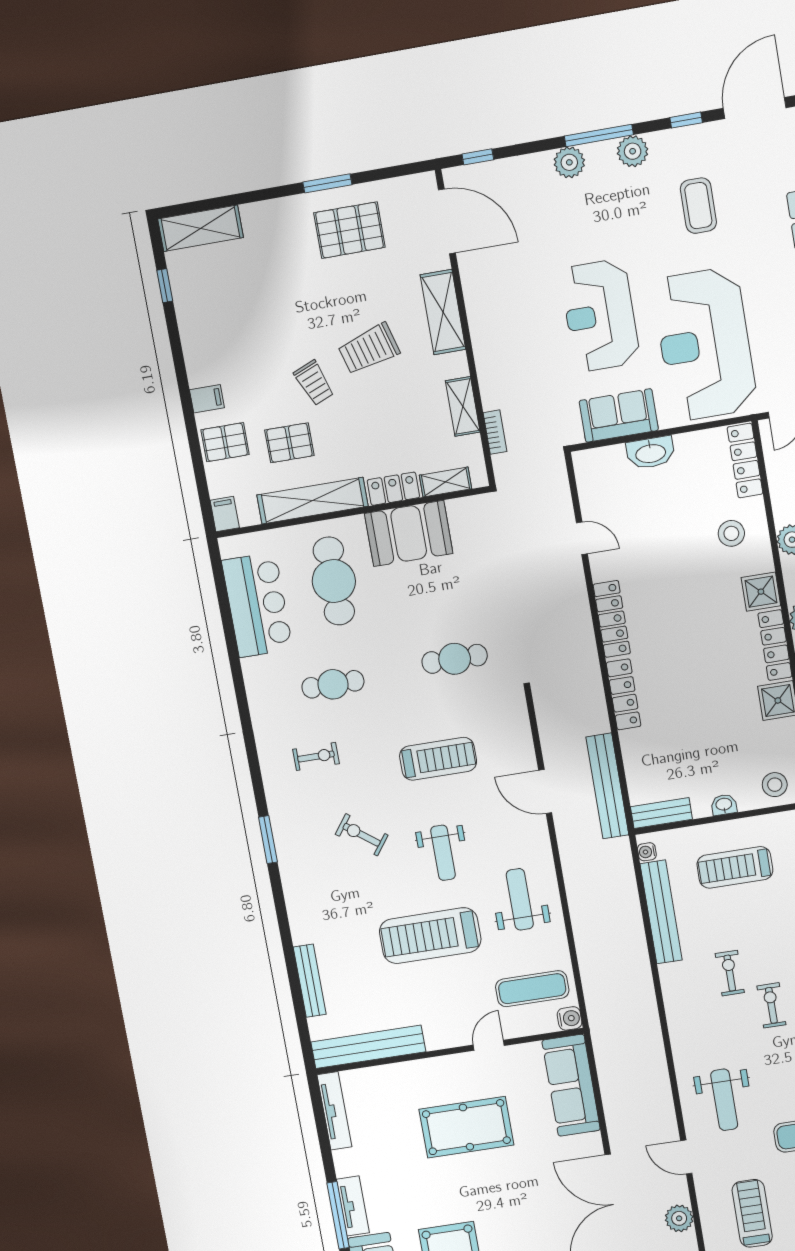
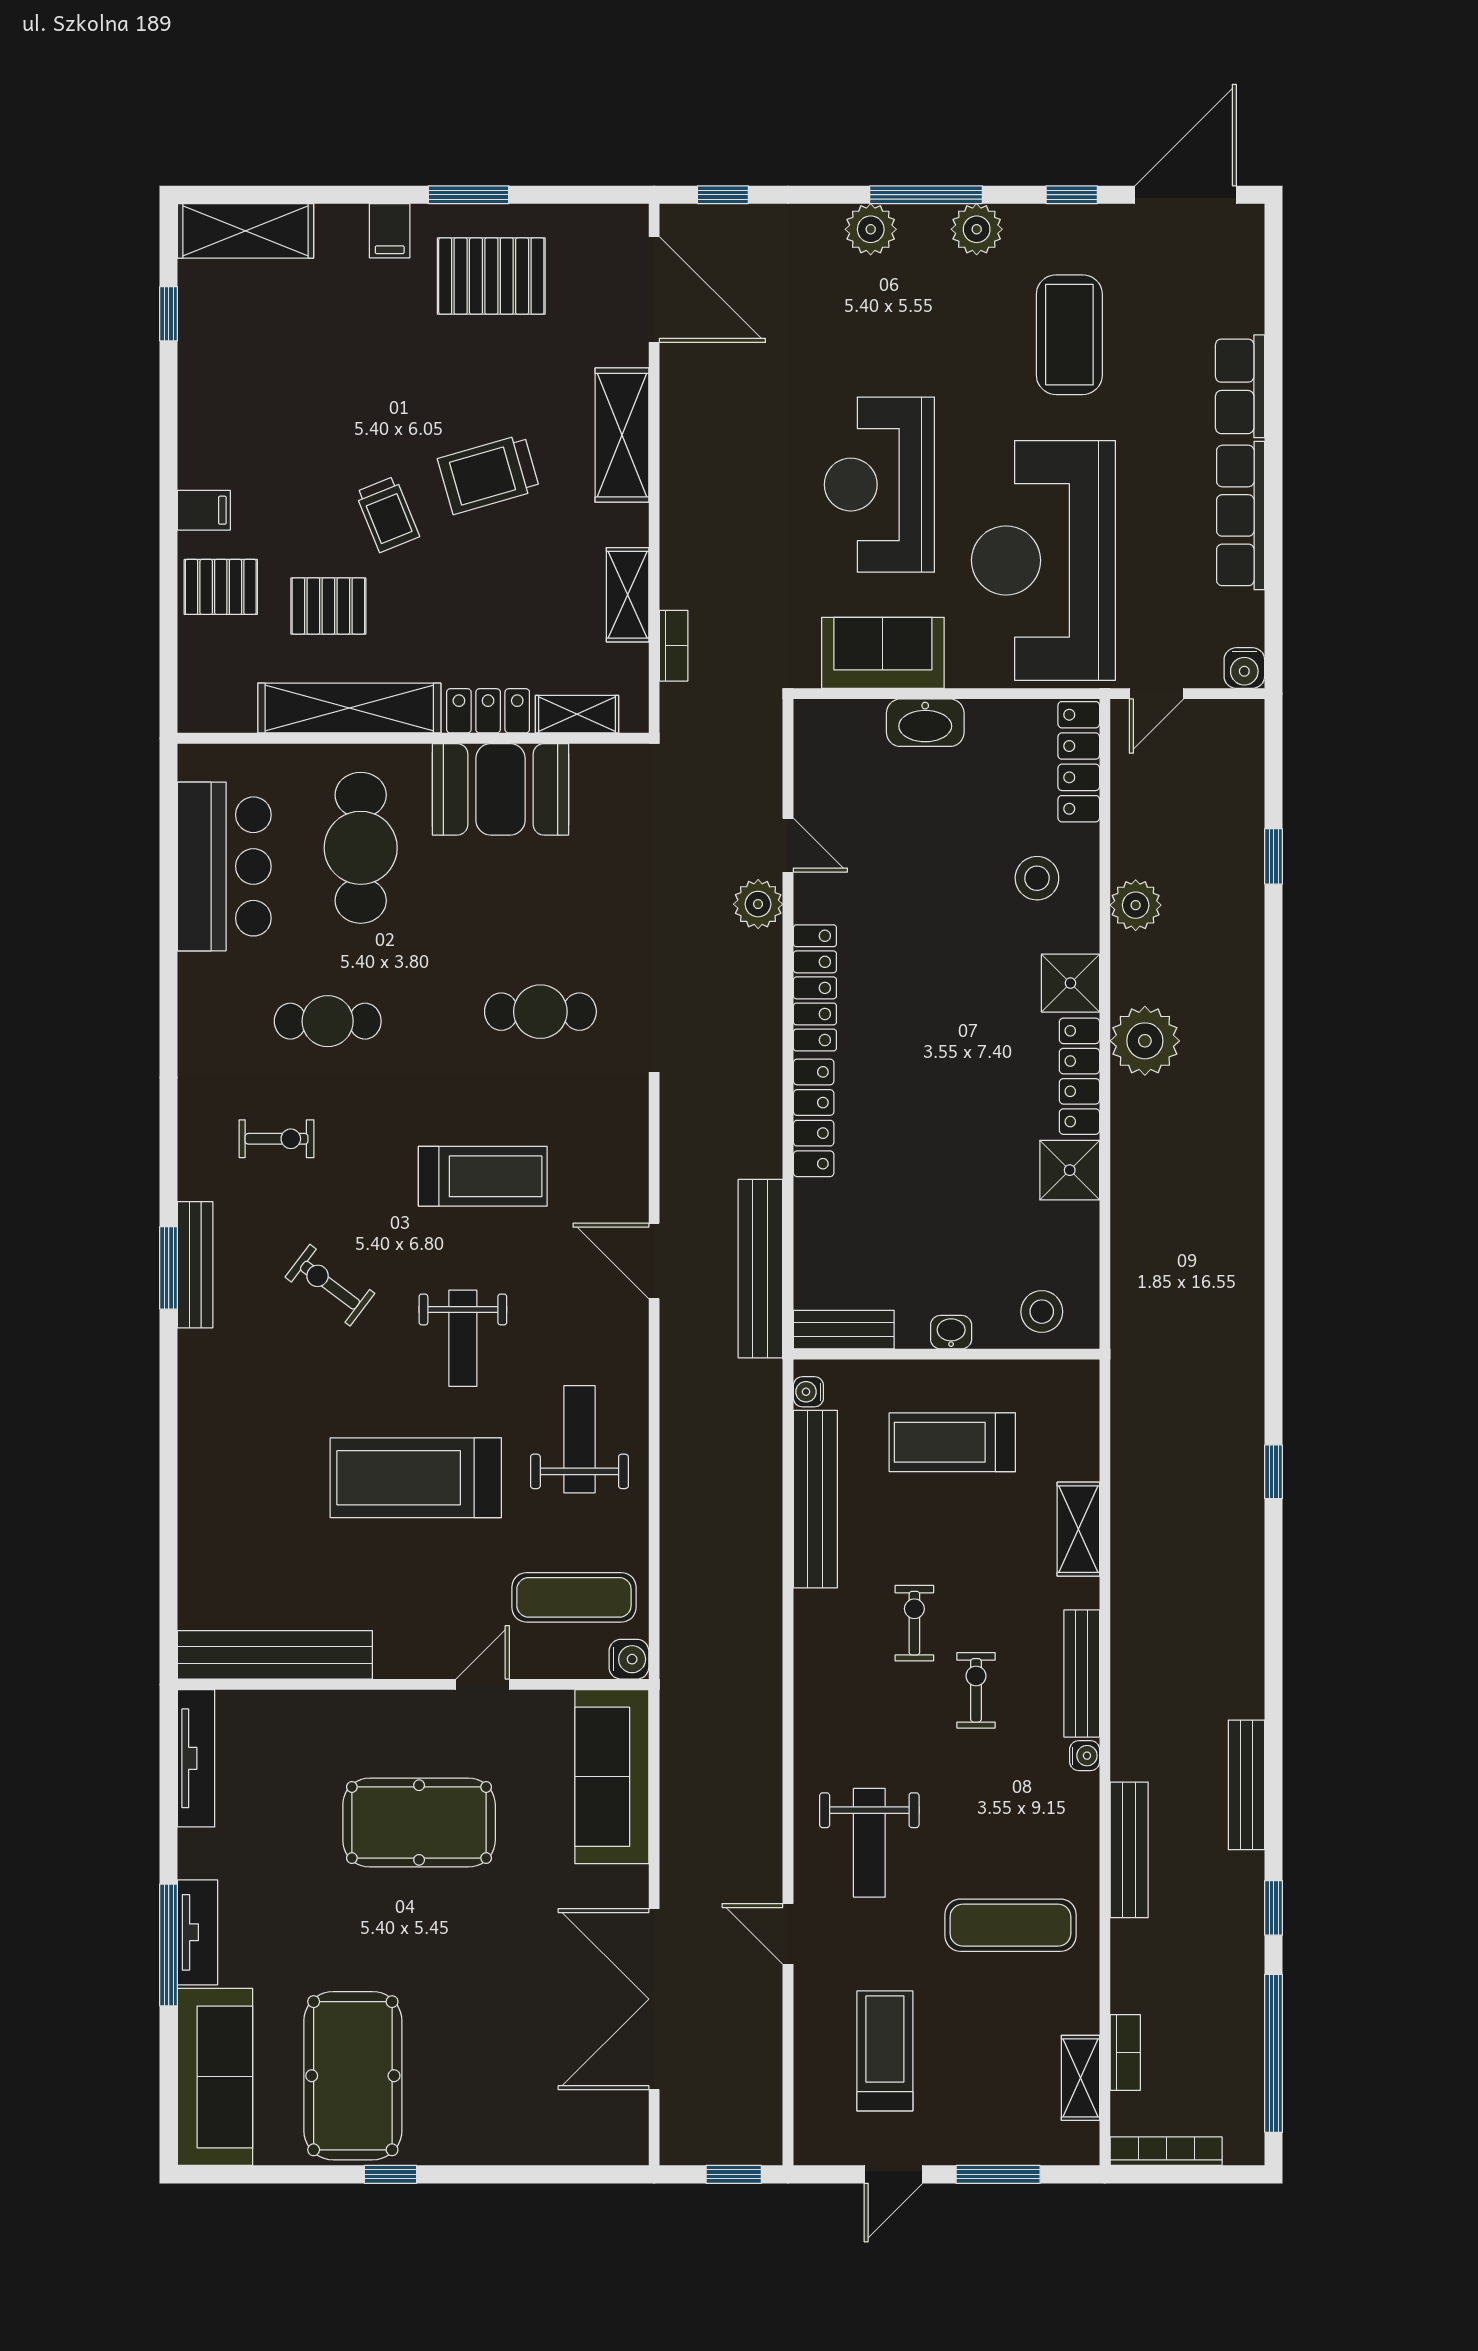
coffee table: (698, 206) -> (1069, 335), width x1.36, depth x1.32
filing cabinet: (225, 514) -> (390, 231), moved, turned 180
bench: (310, 981) -> (195, 1265), moved
plant: (679, 1218) -> (758, 904), moved

